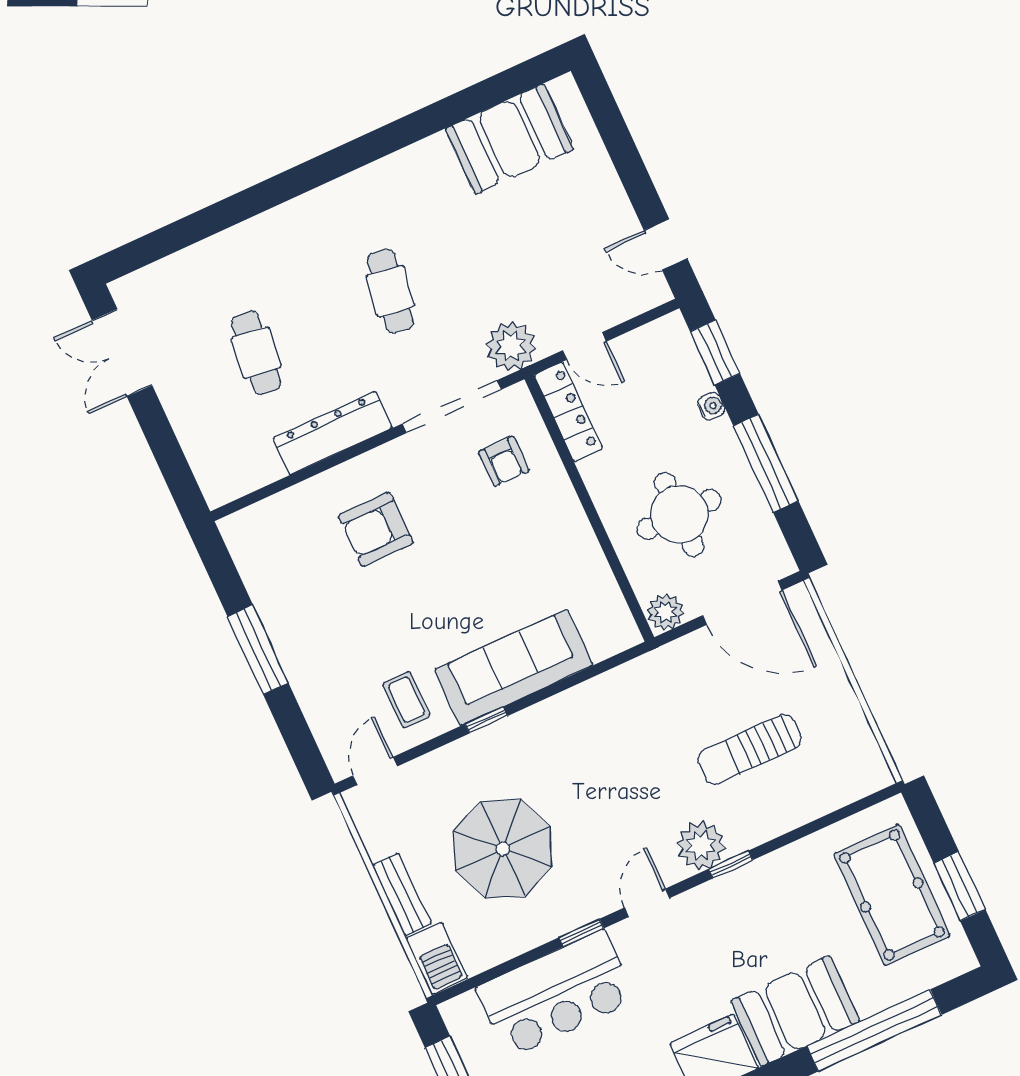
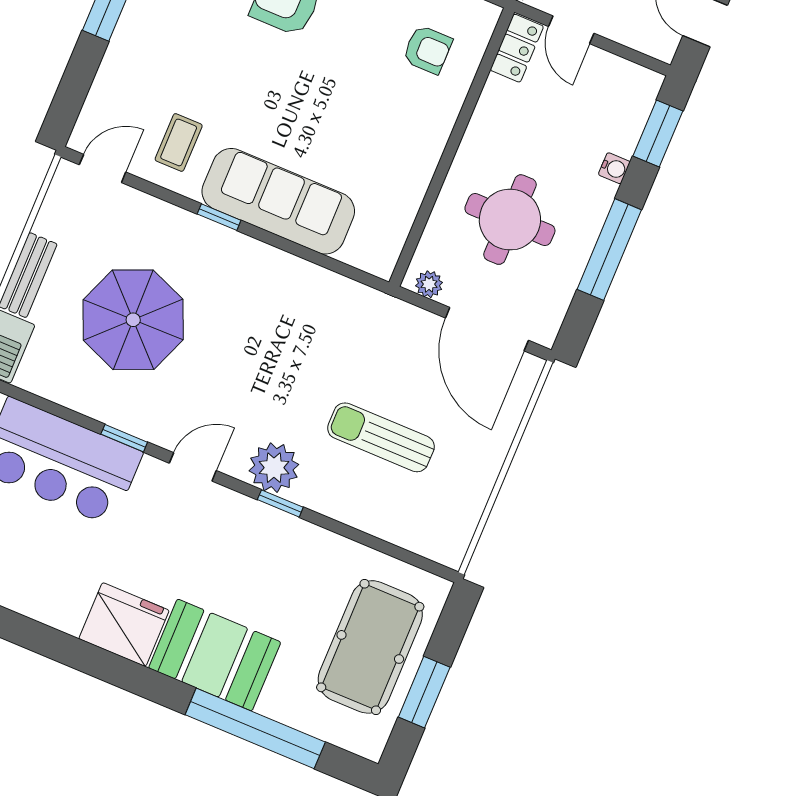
locker: (568, 412) -> (517, 48), width x0.66
armchair: (504, 461) -> (427, 50), turned -90
plant: (665, 612) -> (429, 284), width x0.73, depth x0.73

